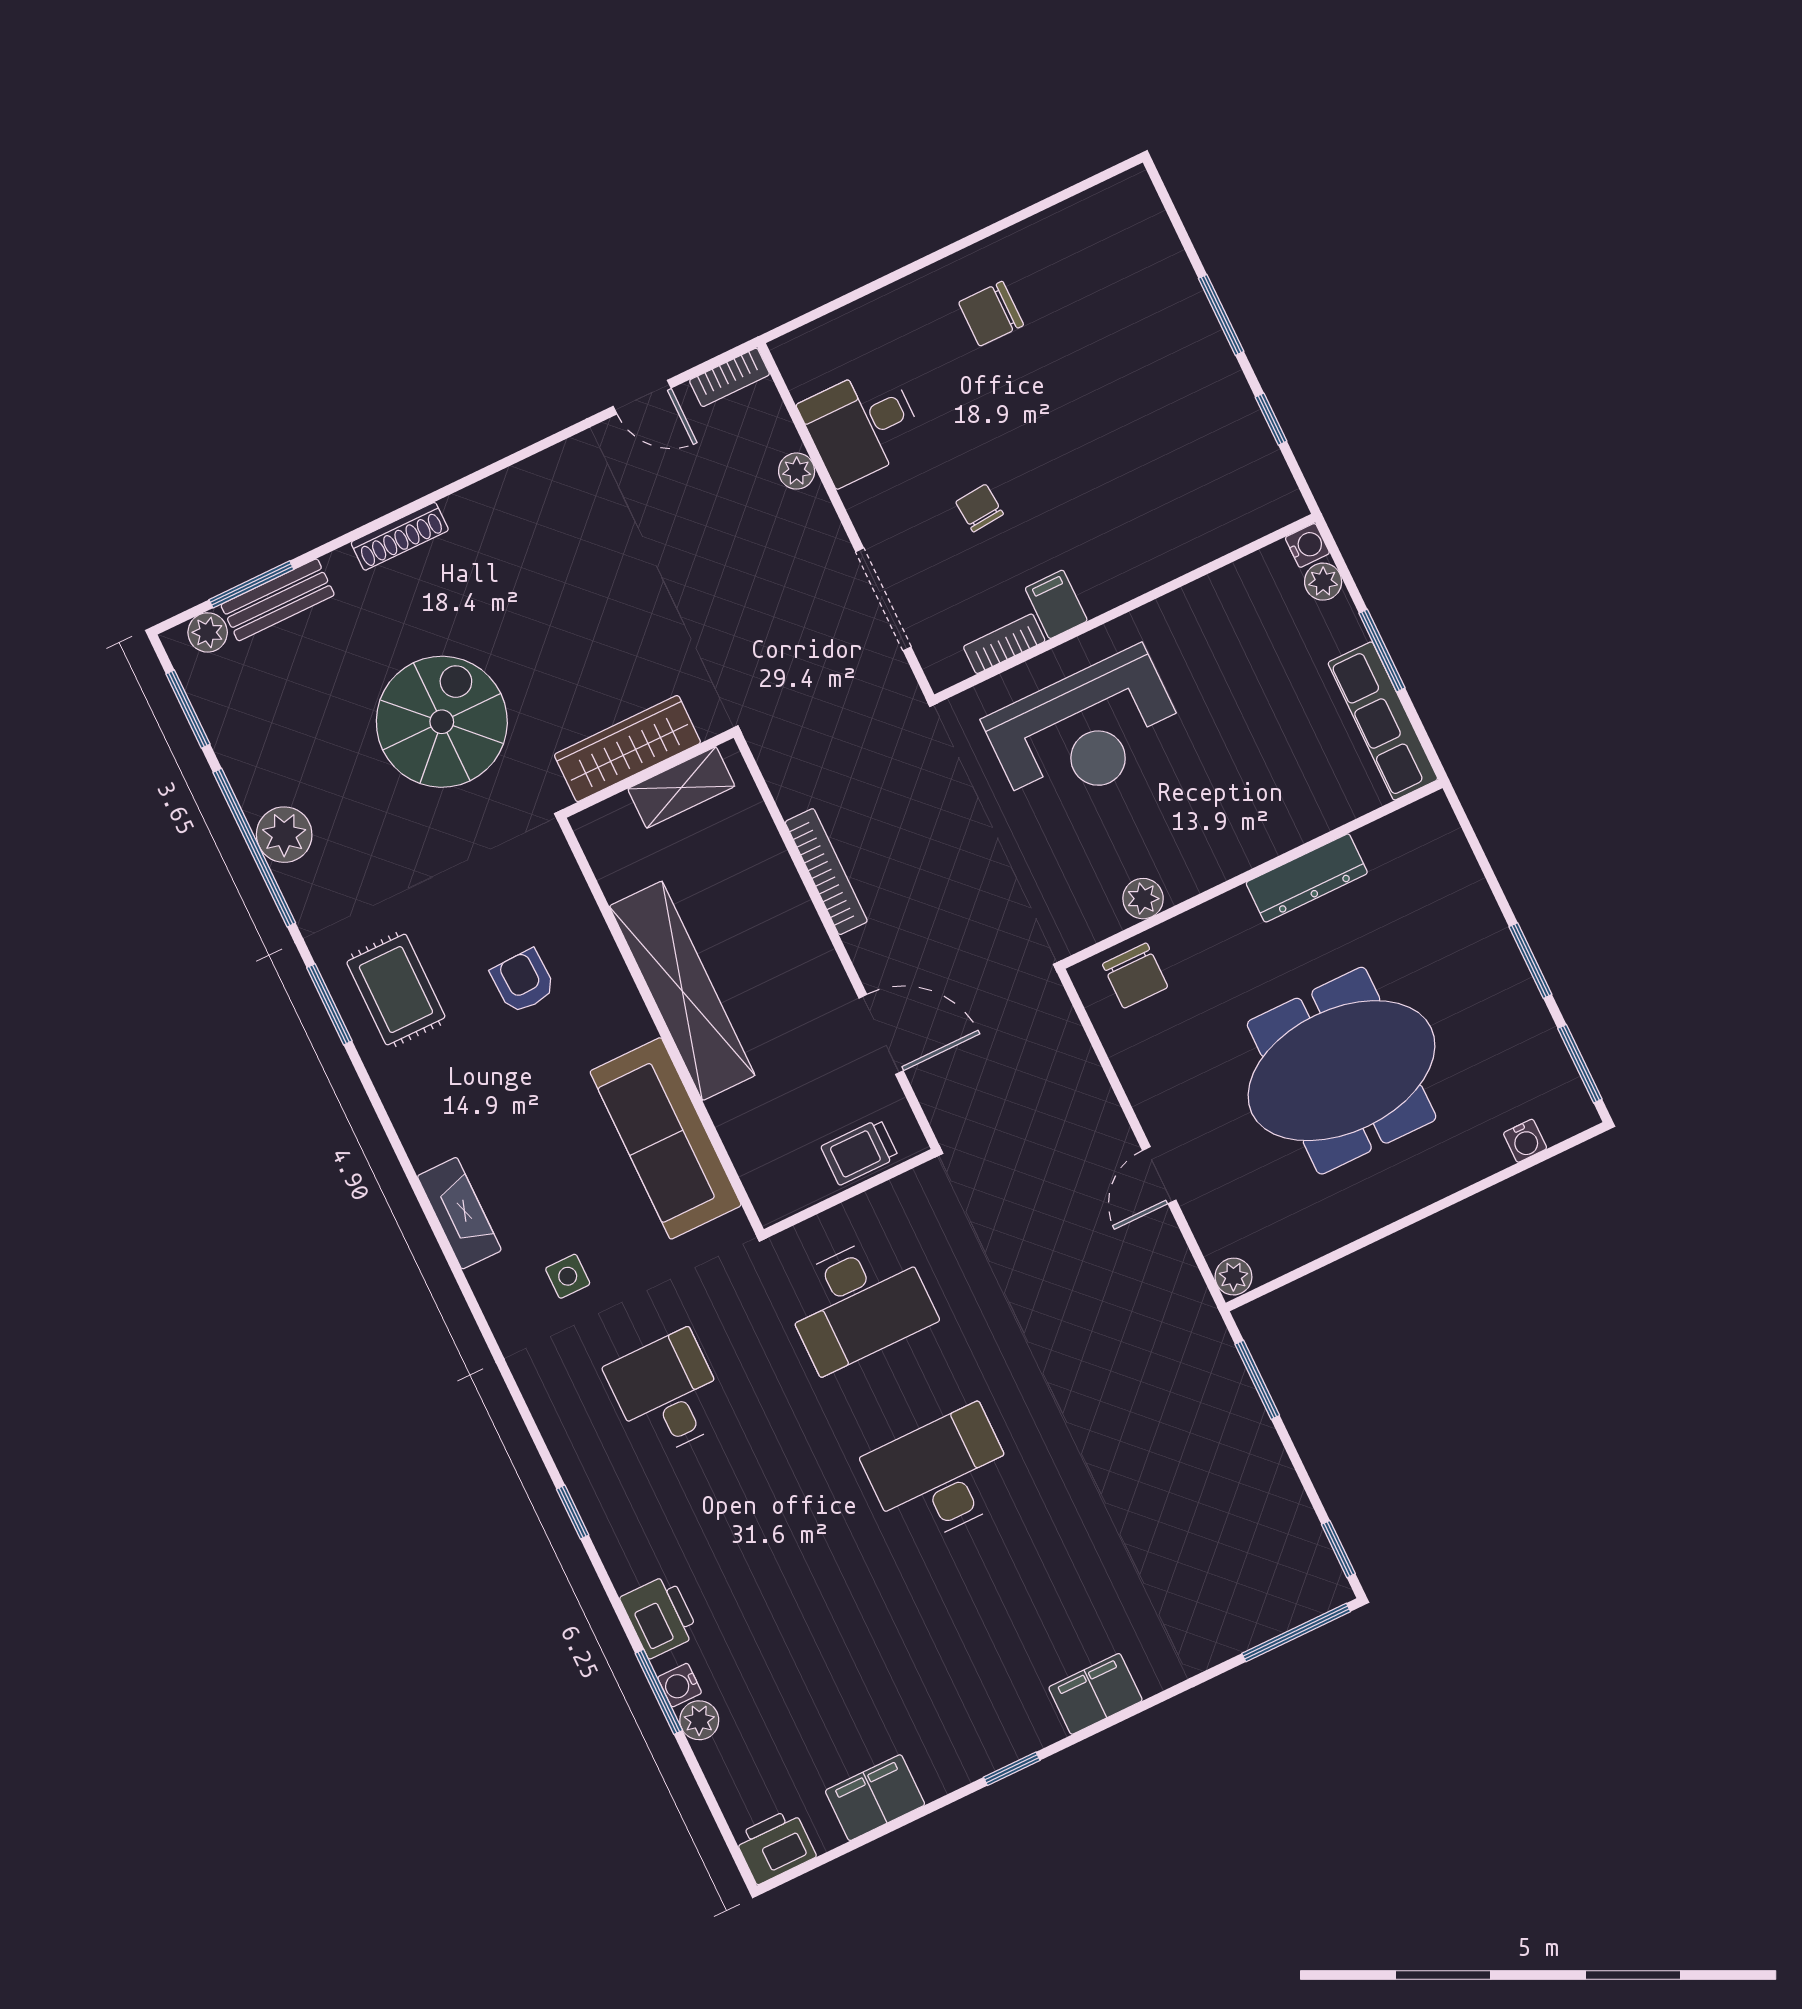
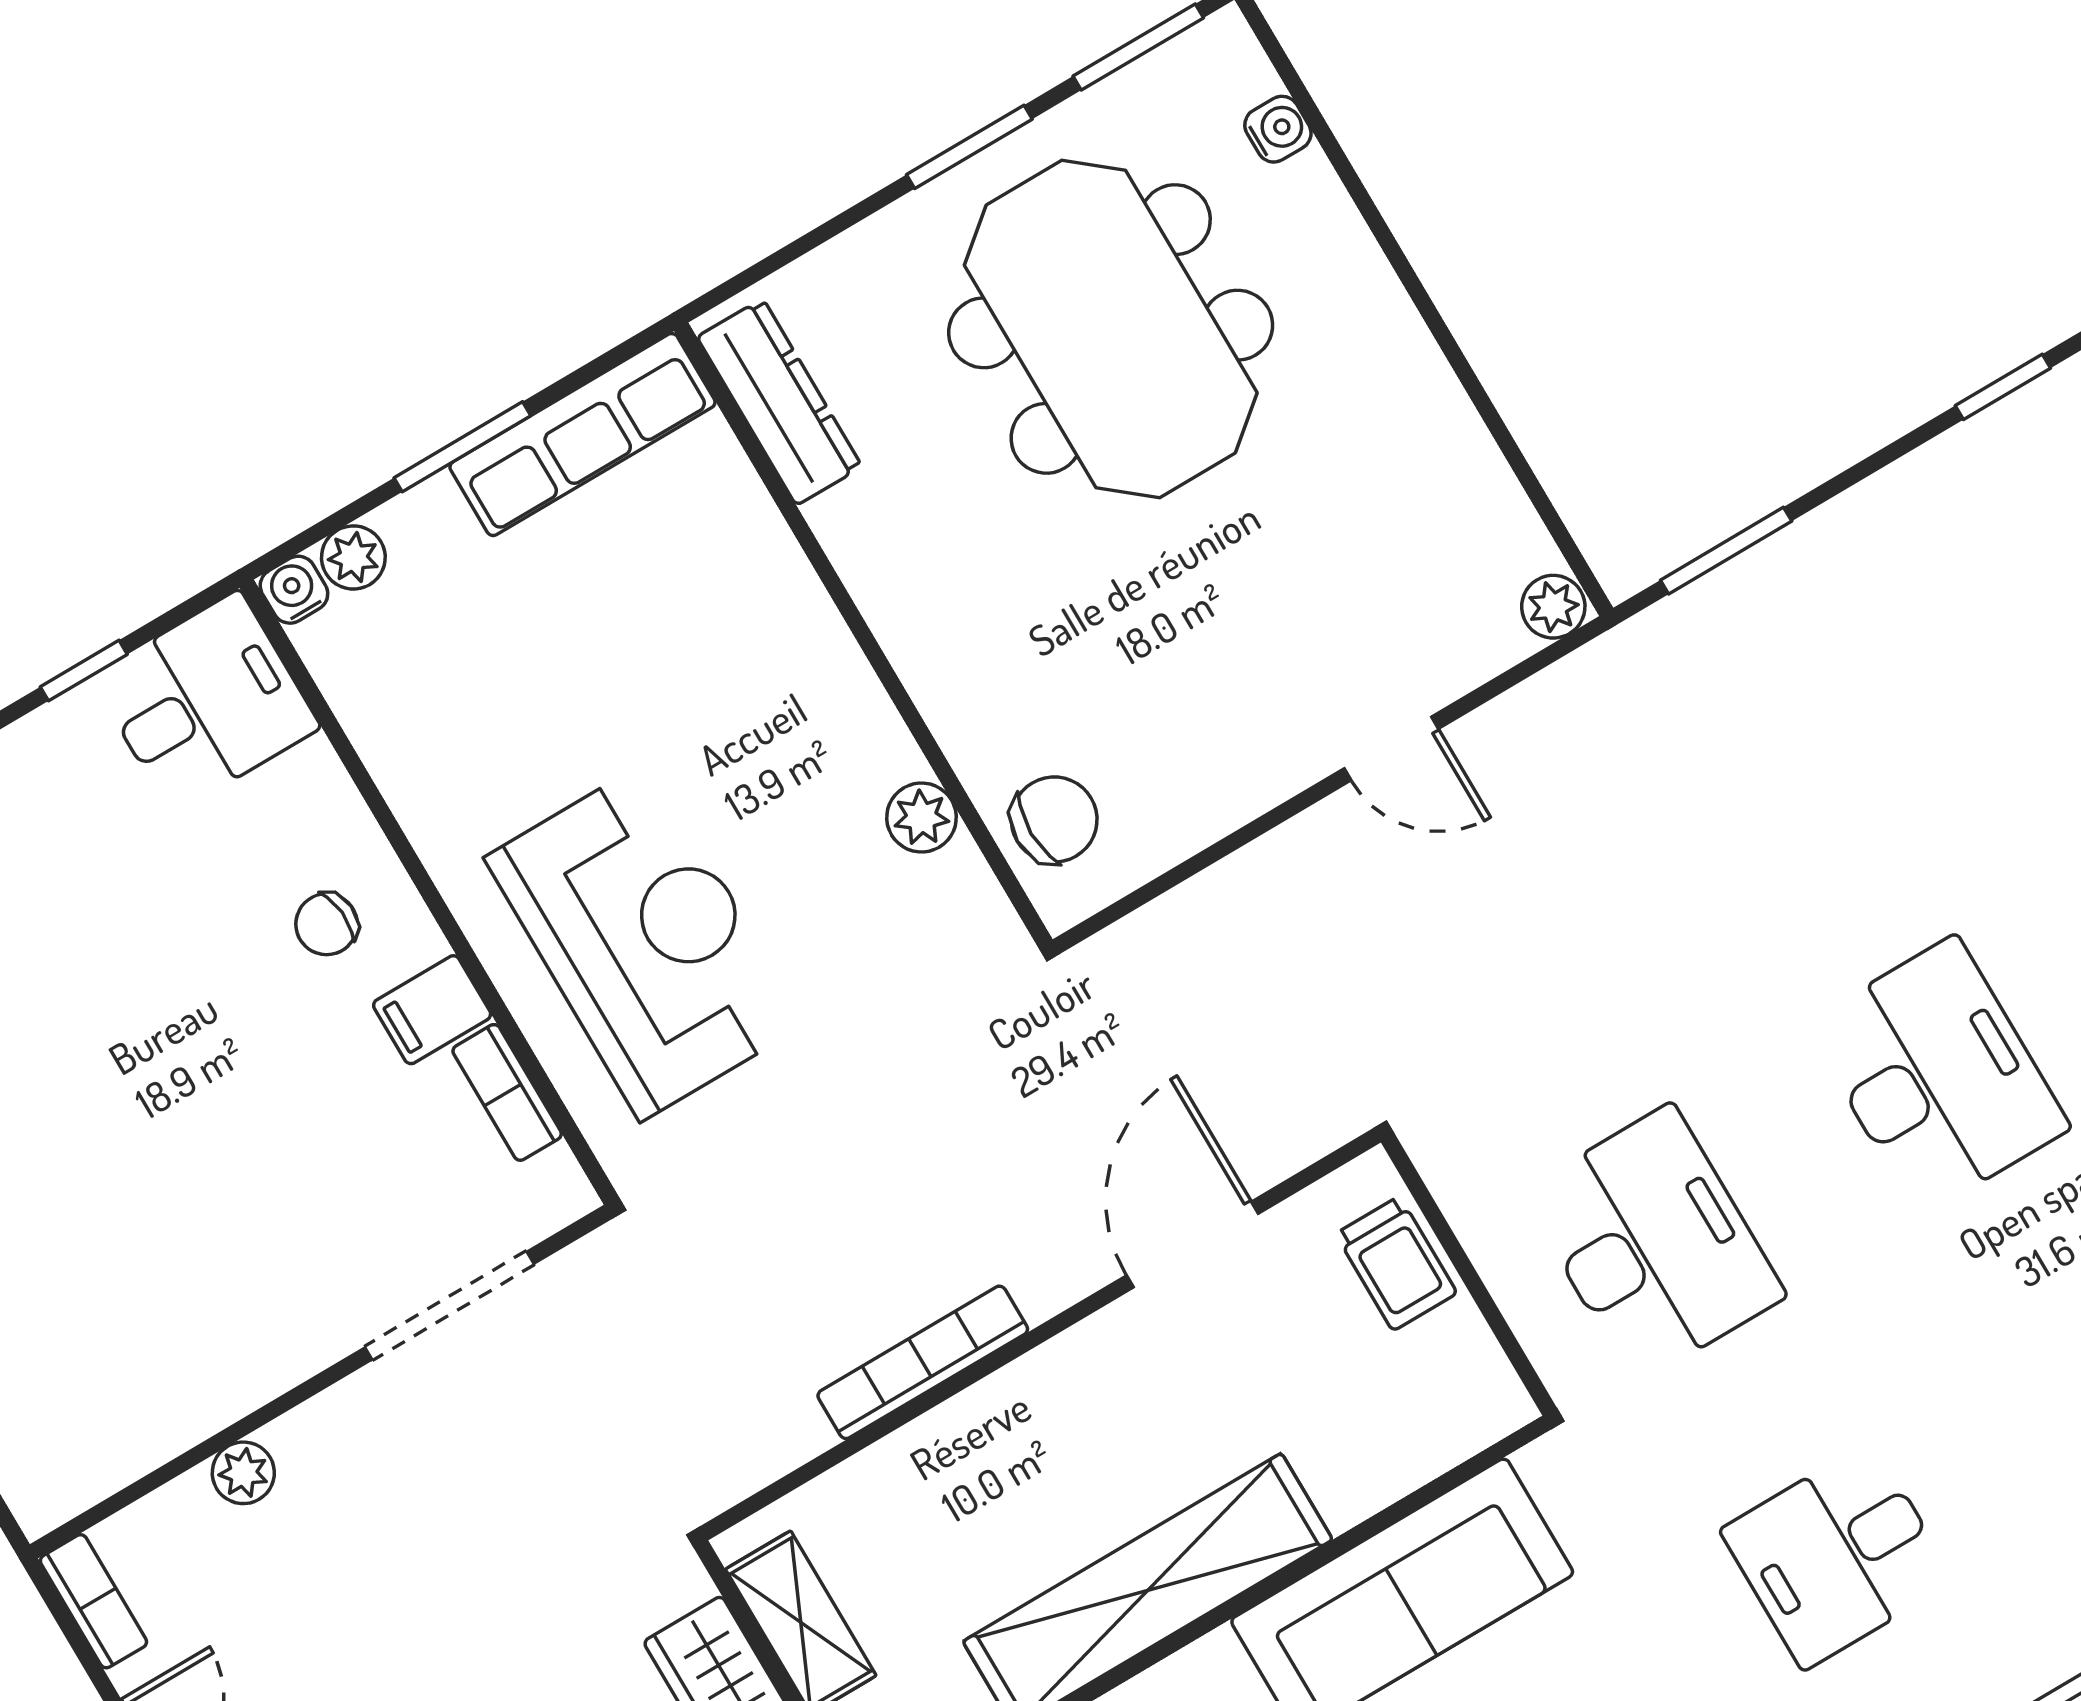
desk: (862, 425) -> (206, 702), moved, turned -90
chair: (979, 508) -> (327, 924), moved
dresser: (1307, 878) -> (779, 402), moved
meeting table: (1342, 1071) -> (1111, 329), moved
desk: (941, 1476) -> (1937, 1076), turned 180

